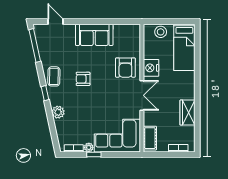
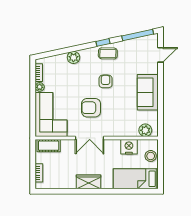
plant: (134, 37) -> (145, 130), added
armchair: (125, 68) -> (91, 108), moved
nightstand: (151, 68) -> (129, 147), moved
window: (45, 93) -> (103, 42), moved
wardrobe: (187, 113) -> (88, 182), moved
window: (94, 154) -> (33, 92), removed

